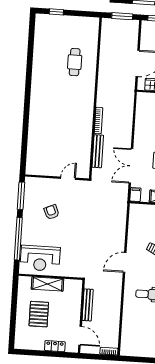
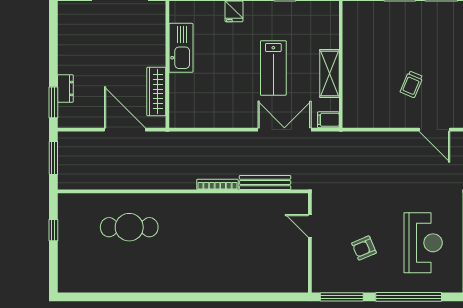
window: (56, 12) -> (53, 230), moved
cafe table: (75, 62) -> (129, 227), width x1.37, depth x1.35
double door: (131, 166) -> (284, 130), swing flipped
reception desk: (40, 258) -> (423, 243), moved

